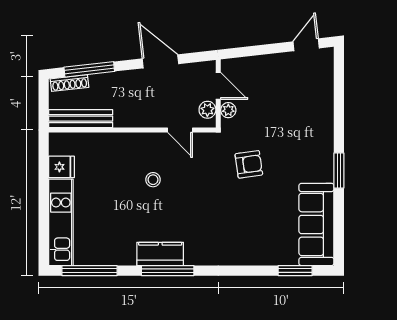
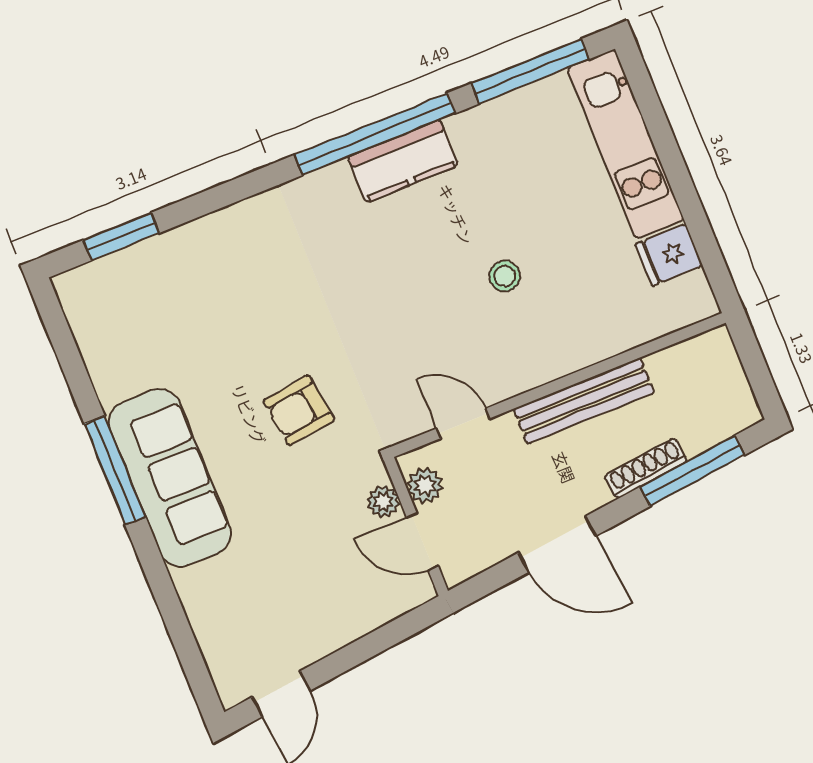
shoe rack: (70, 83) -> (646, 468), moved
bench: (81, 119) -> (584, 401), moved
window: (339, 171) -> (115, 470), width x1.44
stool: (153, 180) -> (505, 276), moved
sofa: (316, 224) -> (170, 478), moved
window: (168, 271) -> (375, 134), width x1.46

